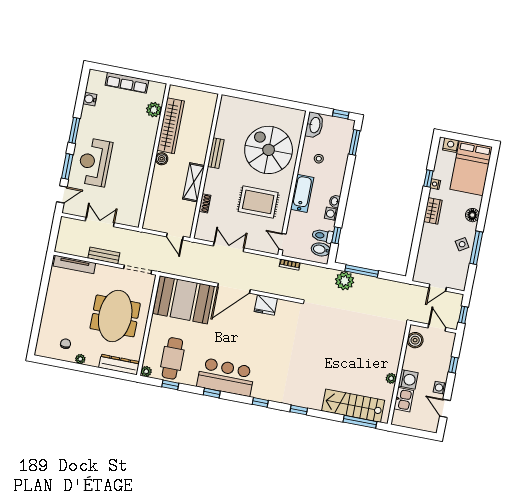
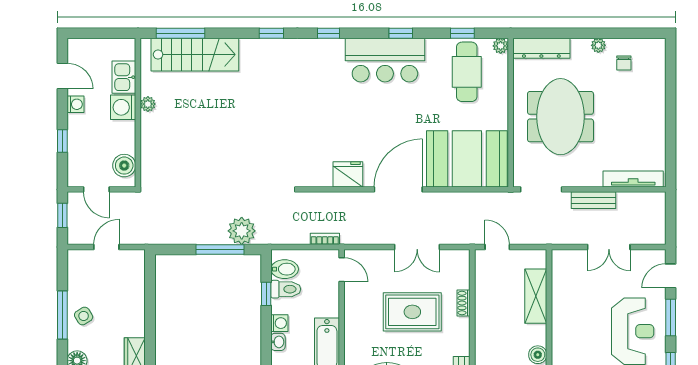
shelving: (194, 182) -> (536, 296), moved
rug: (258, 202) -> (412, 312), moved

